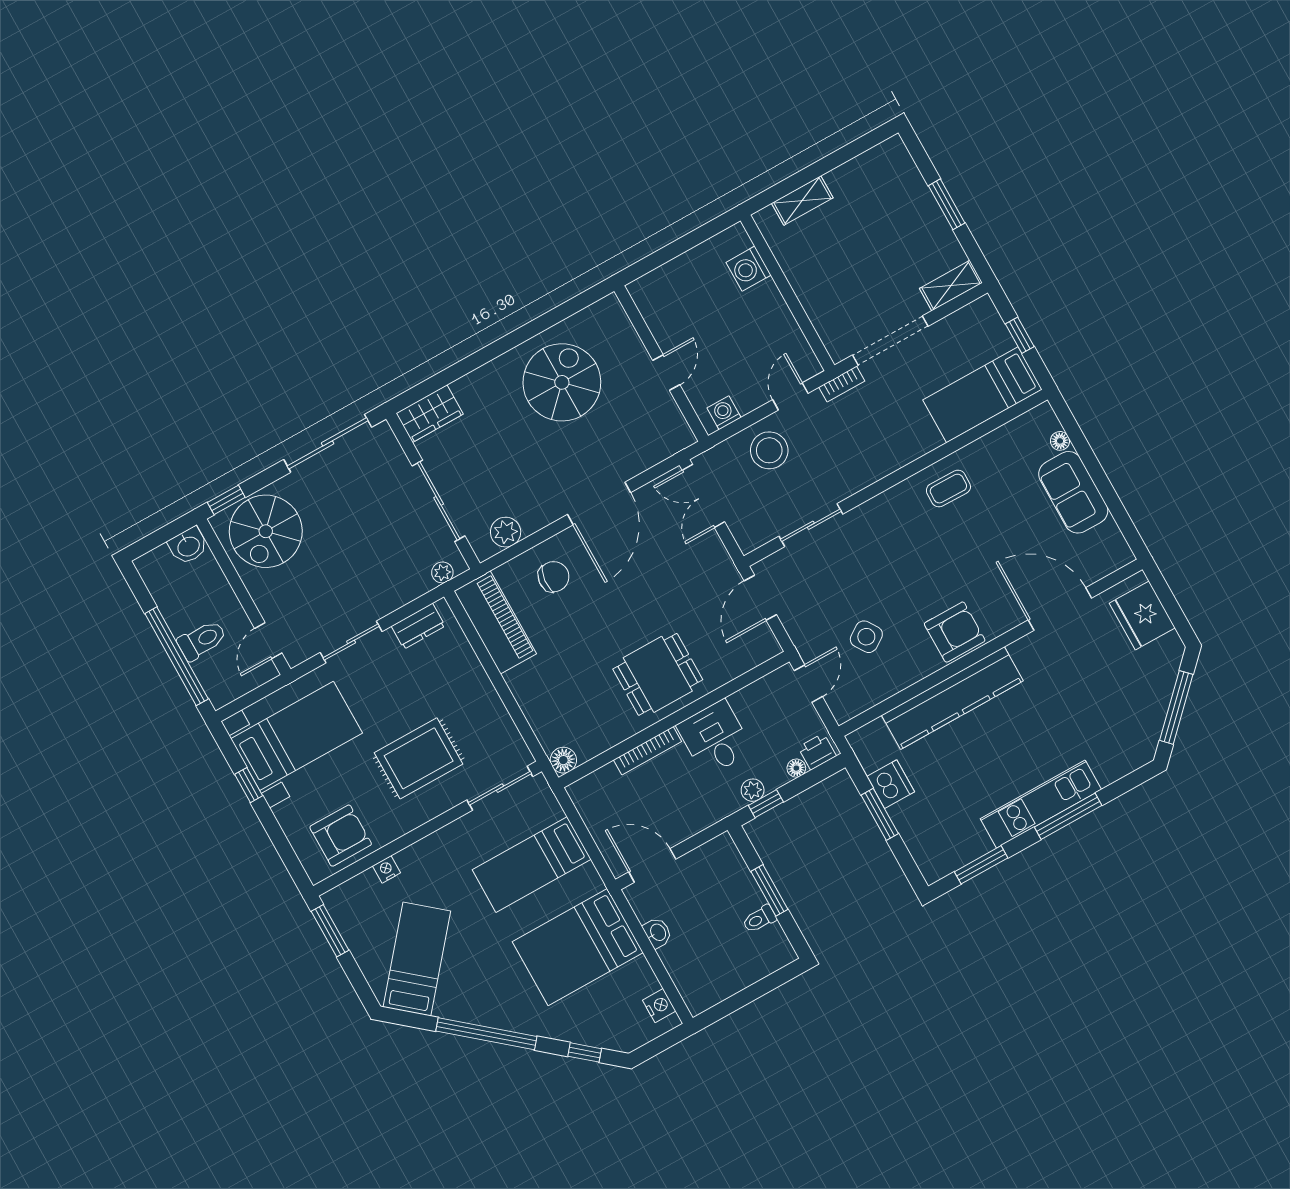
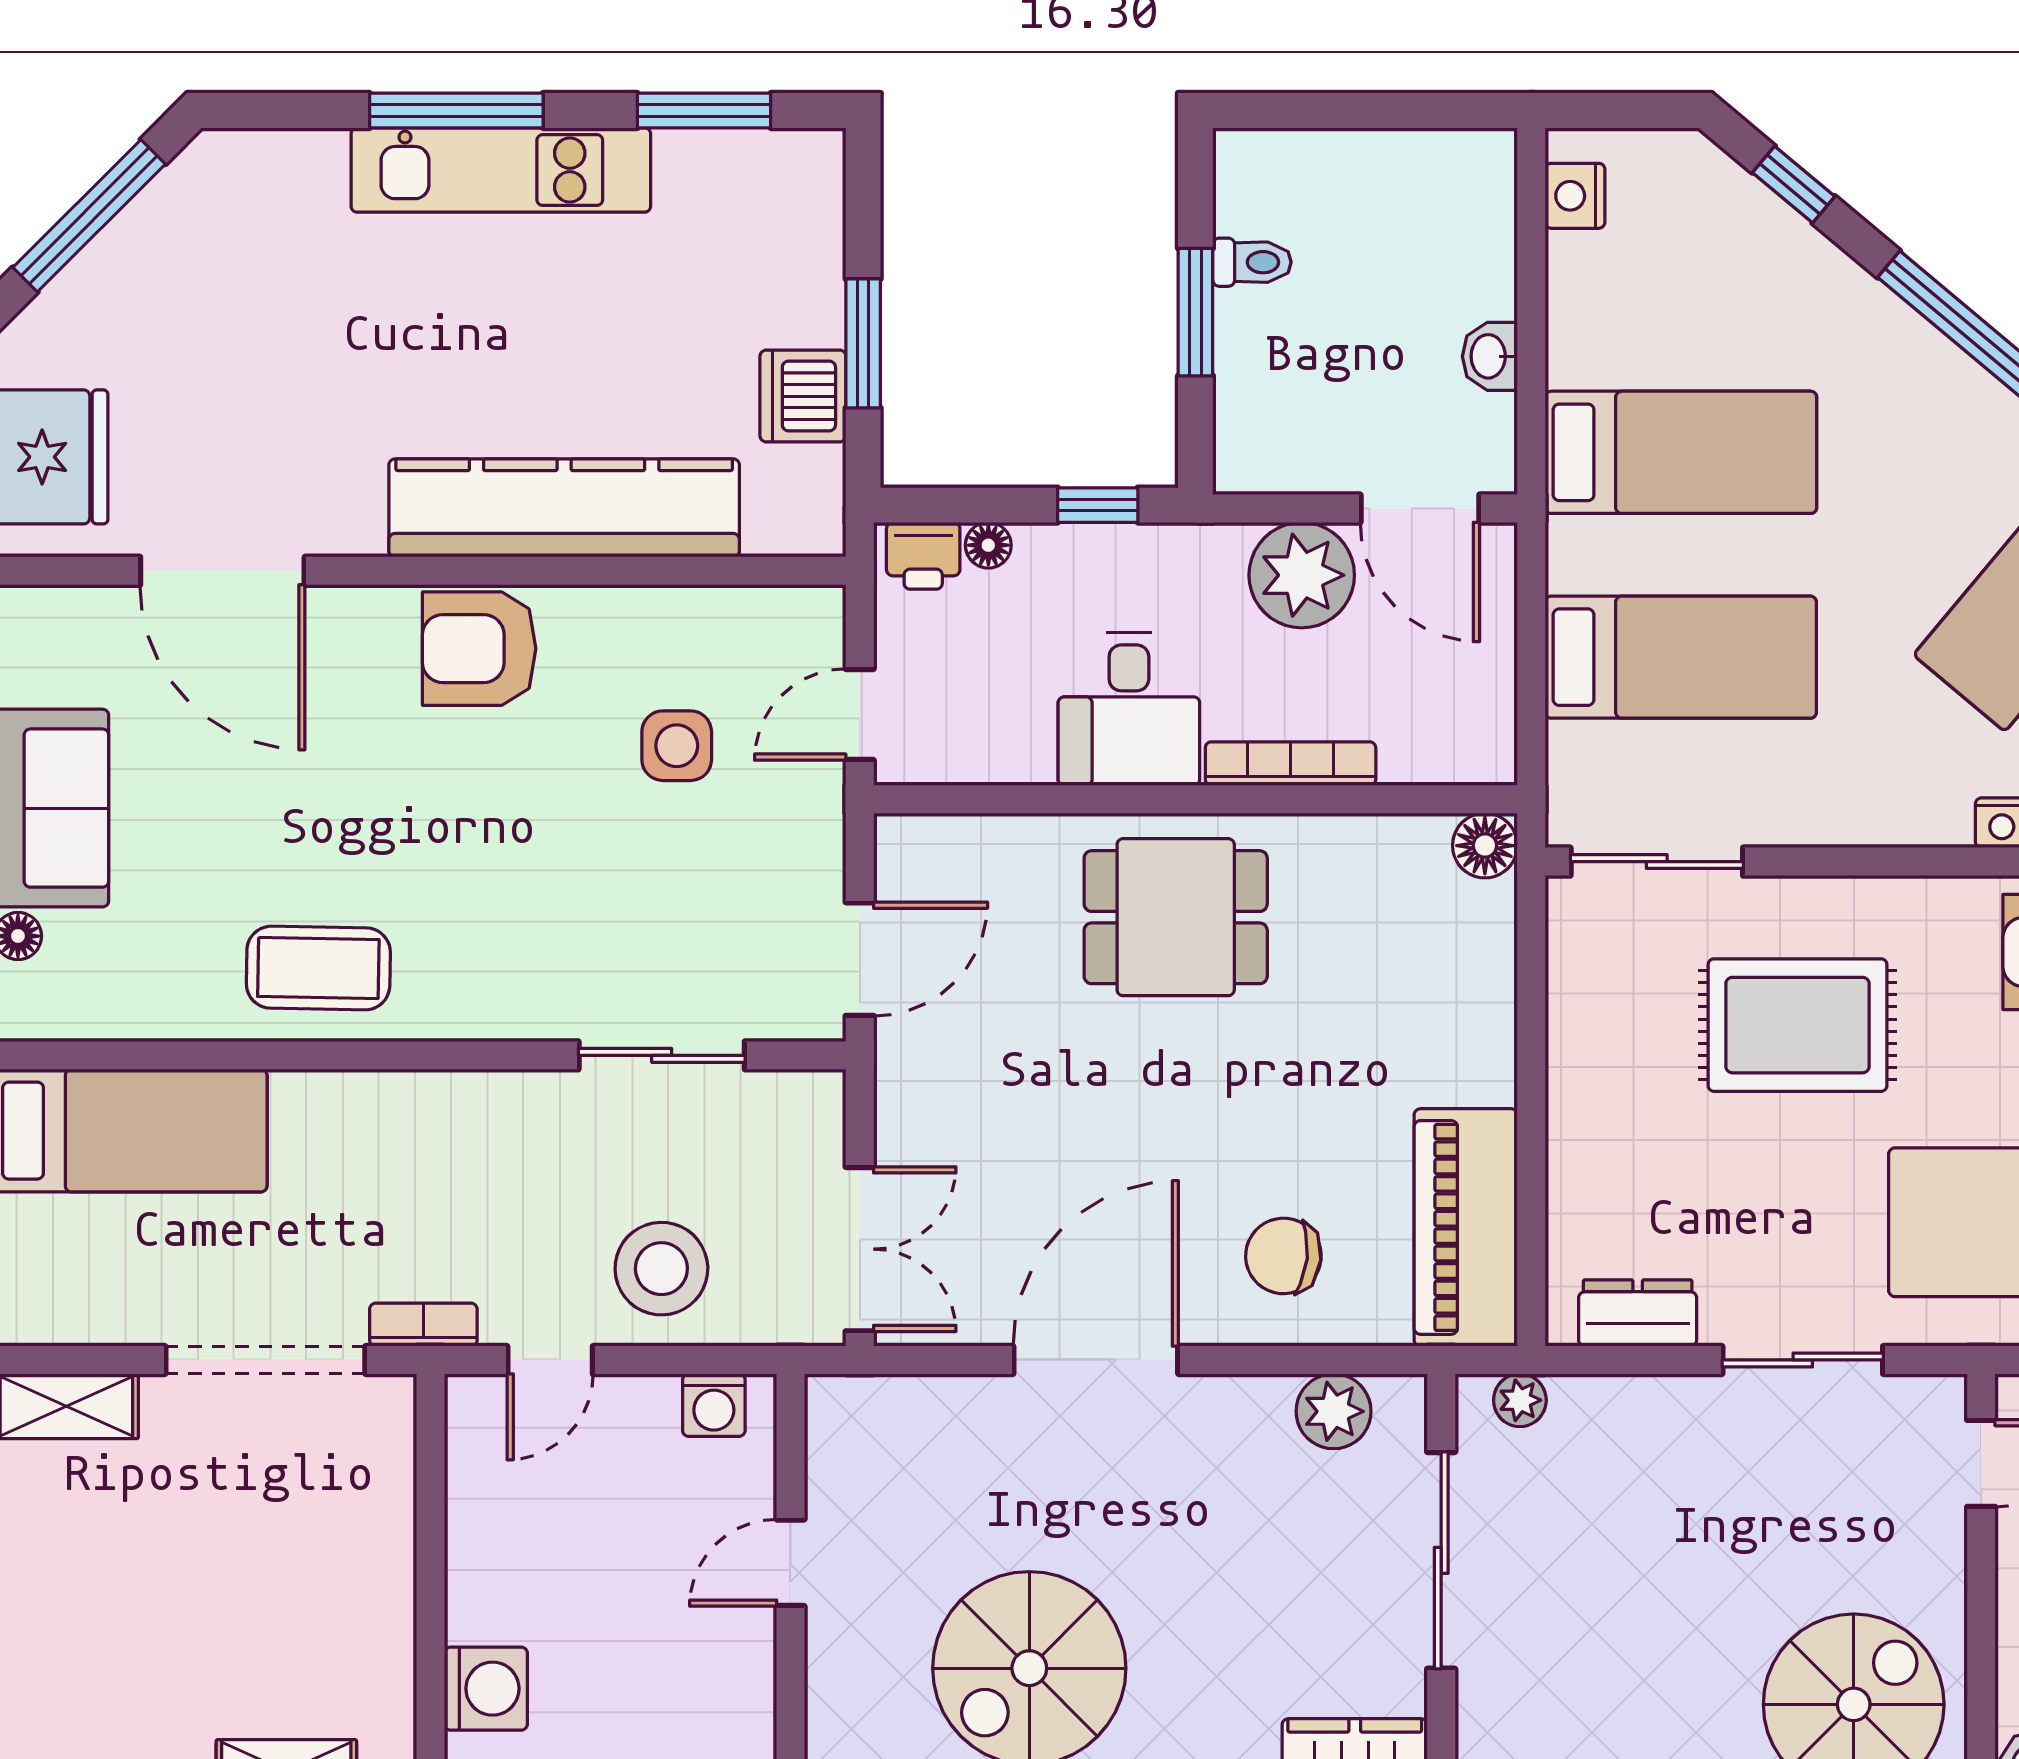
coffee table: (948, 489) -> (318, 968), width x1.36, depth x1.30
side table: (866, 637) -> (677, 746), turned 34
plant: (753, 790) -> (1302, 575), moved, width x1.88, depth x1.88
bed: (578, 947) -> (1681, 452), width x0.67

